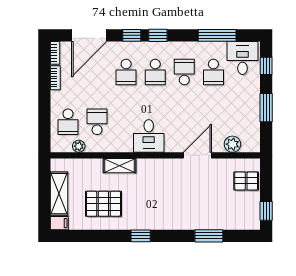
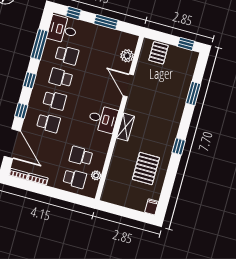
window: (158, 35) -> (30, 80), moved
shelving: (120, 166) -> (126, 127), moved
shelving: (59, 194) -> (129, 201), removed

